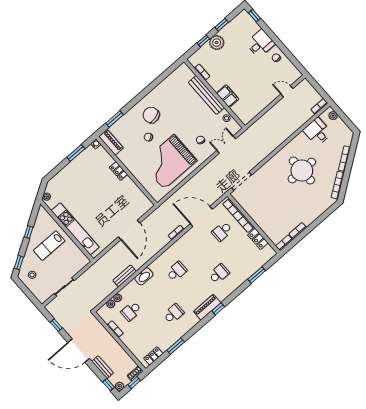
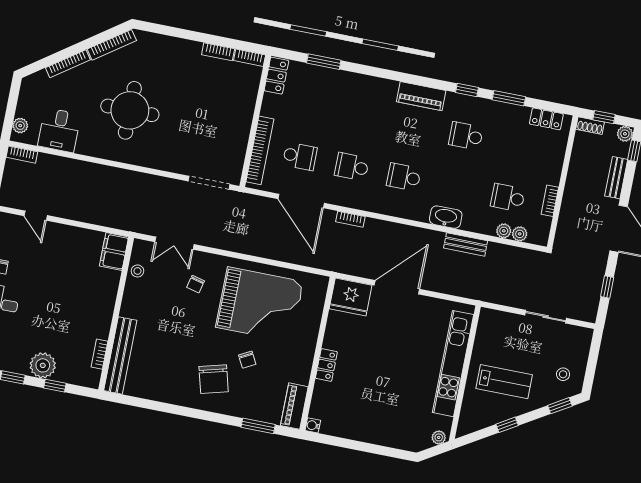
bench: (206, 95) -> (120, 355), moved
filing cabinet: (227, 96) -> (114, 252), moved
window: (76, 153) -> (347, 443), removed
fridge: (141, 206) -> (351, 297), added
locker: (258, 239) -> (276, 76), moved
school desk: (219, 274) -> (352, 167), moved
window: (218, 309) -> (467, 90), moved
school desk: (131, 311) -> (508, 198), turned 180

